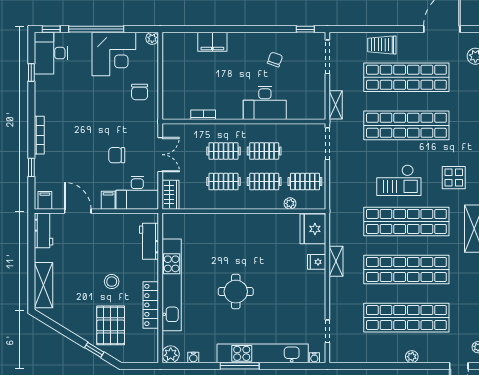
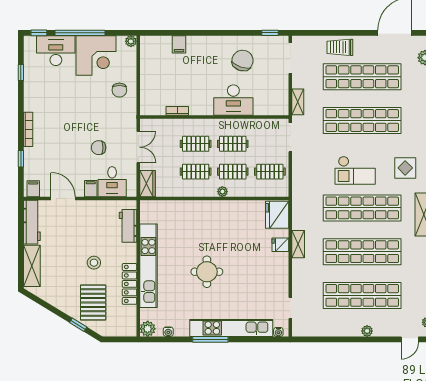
filing cabinet: (212, 42) -> (179, 44), width x0.50
desk: (51, 53) -> (56, 51), moved, turned 90
chair: (275, 59) -> (243, 61), width x1.87, depth x1.87
desk: (137, 193) -> (112, 182), width x0.73
plant: (290, 203) -> (222, 192), moved
workbench: (44, 230) -> (32, 222), width x1.38

